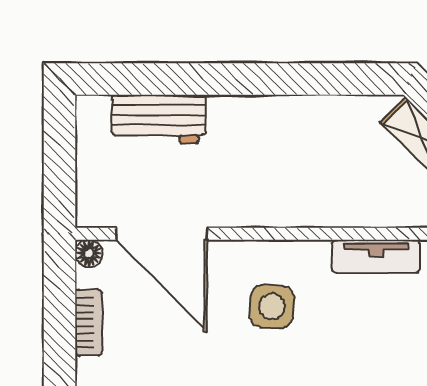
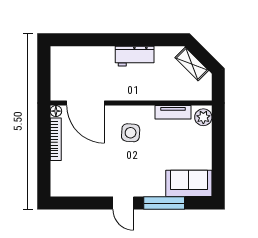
workbench: (159, 119) -> (135, 56), moved
bookcase: (89, 323) -> (56, 139), width x1.56

